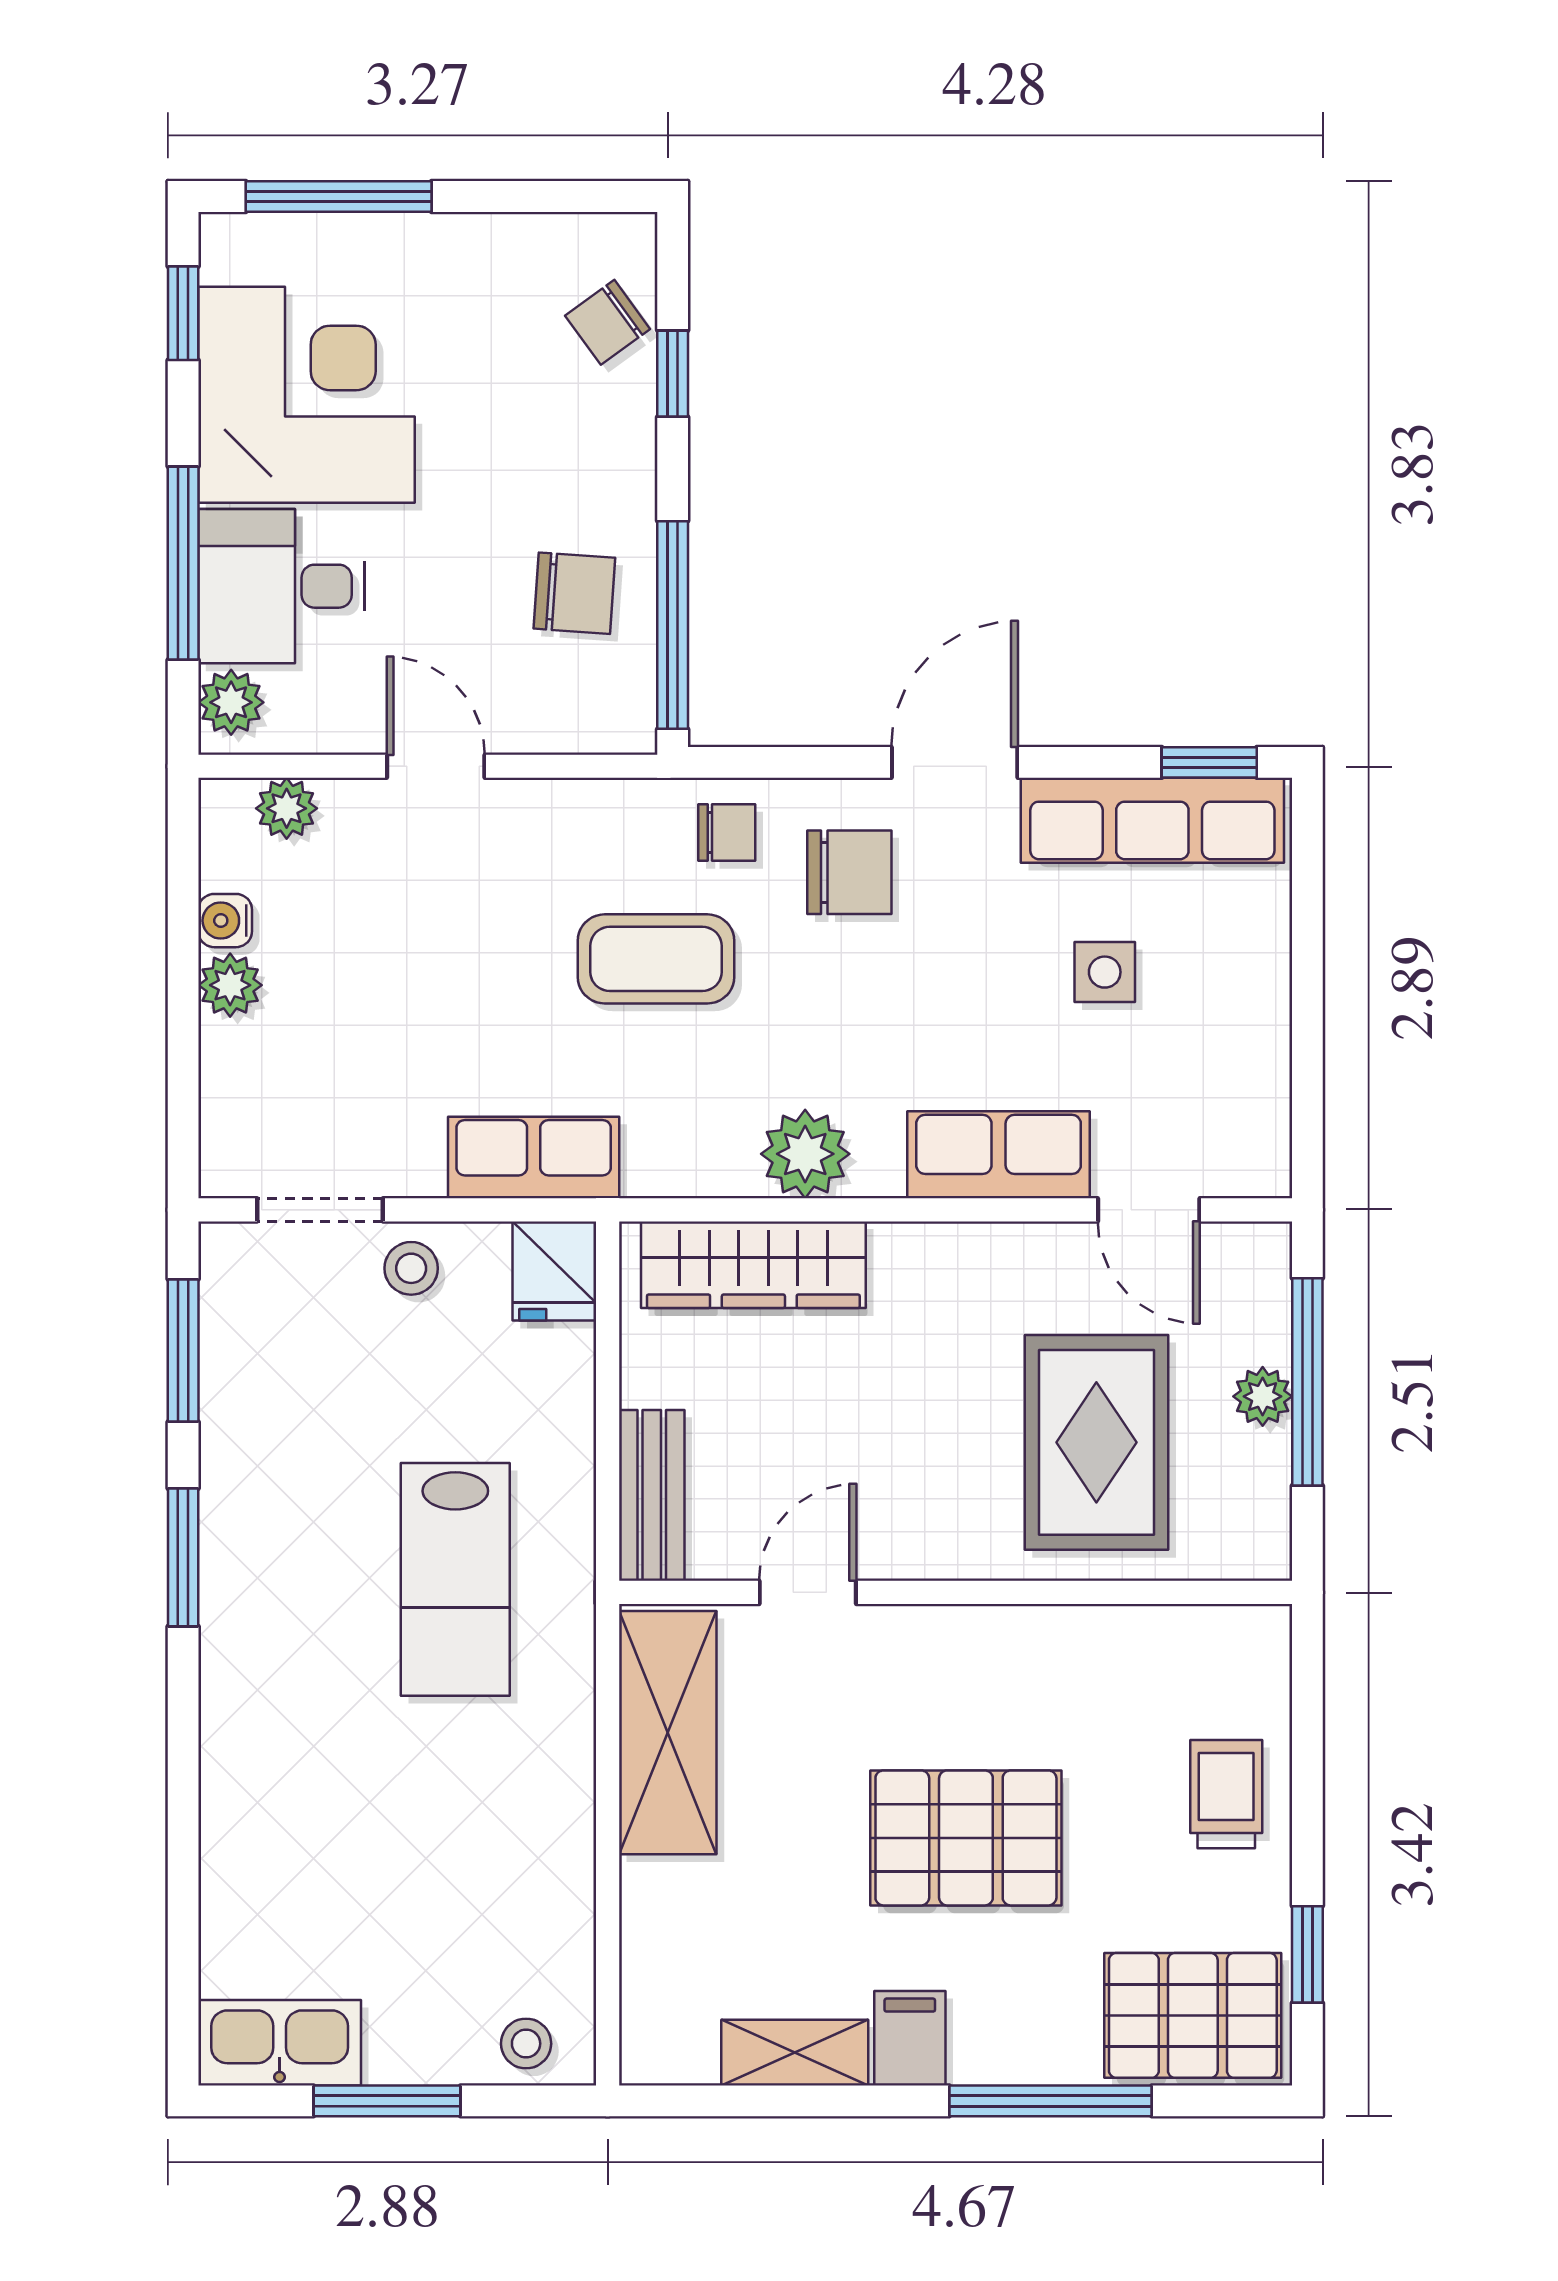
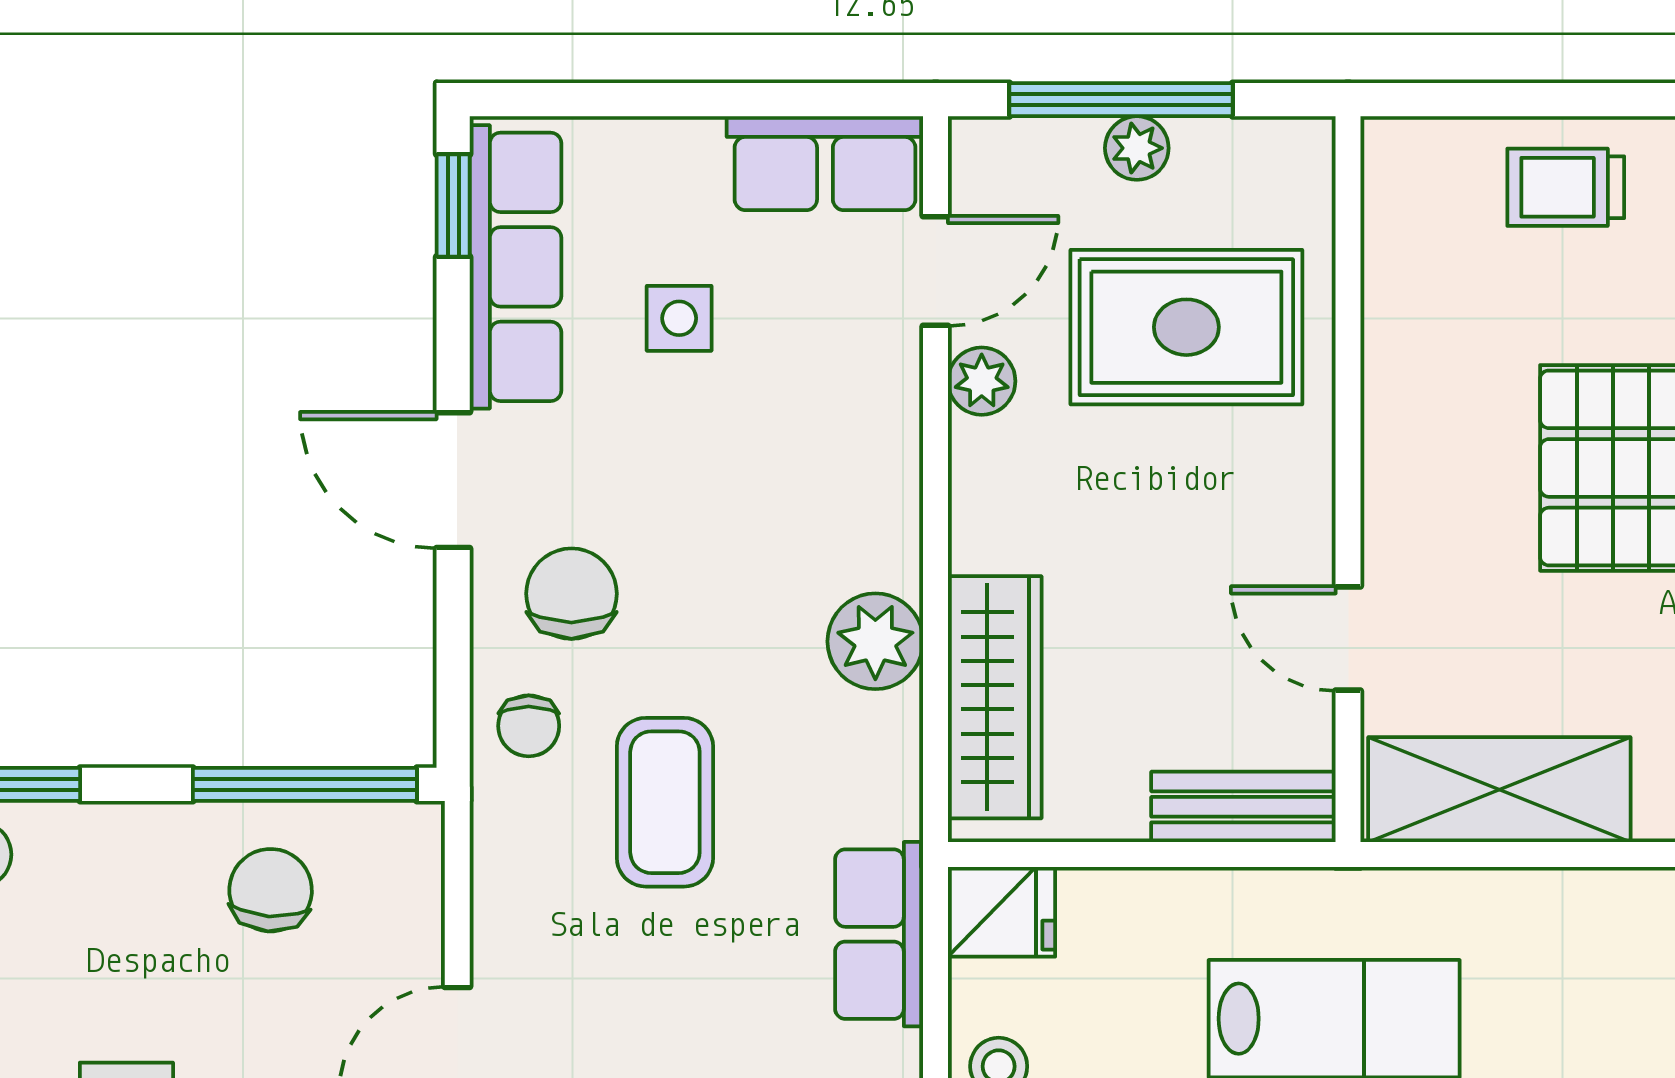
chair: (727, 833) -> (529, 726), turned 180
row of seats: (999, 1155) -> (825, 163), moved, turned -90
plant: (1046, 1253) -> (982, 381), added

